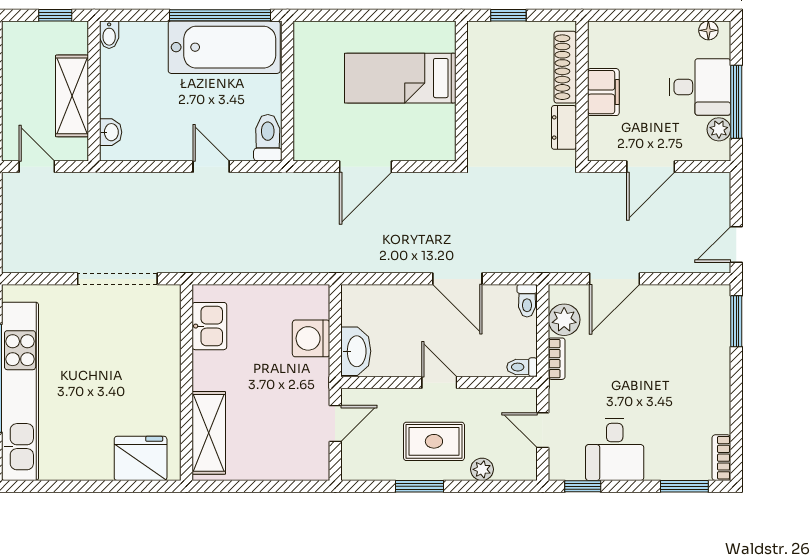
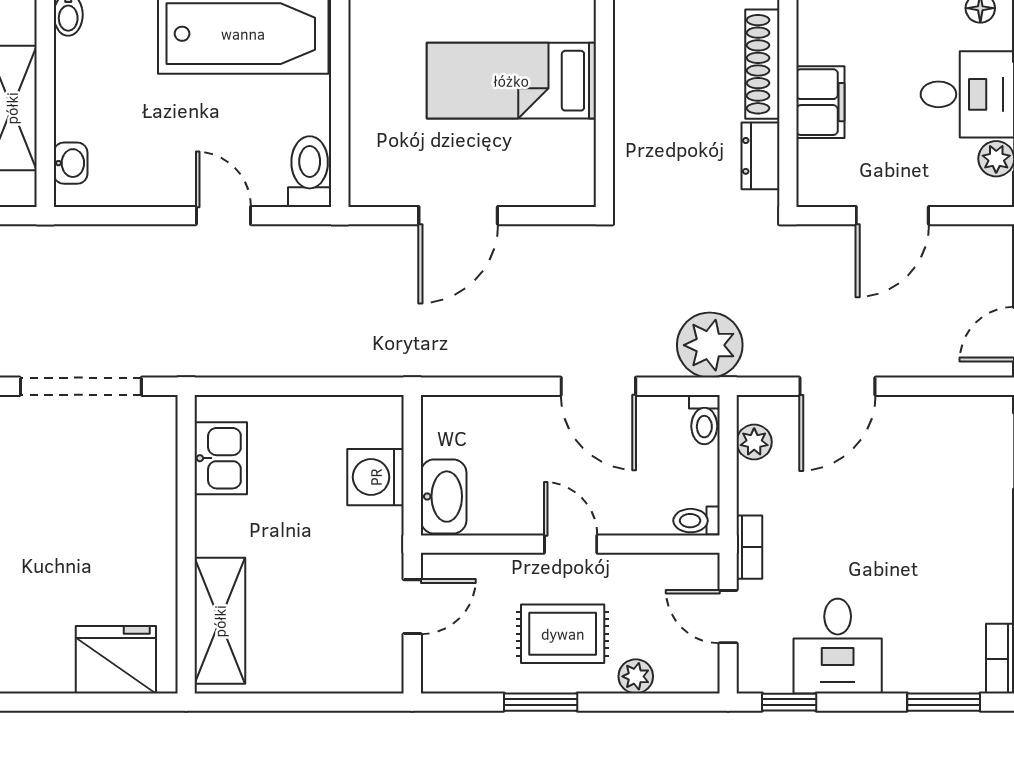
plant: (531, 252) -> (710, 345), added
plant: (564, 320) -> (754, 442), width x0.73, depth x0.73
bookcase: (557, 359) -> (749, 547), moved

